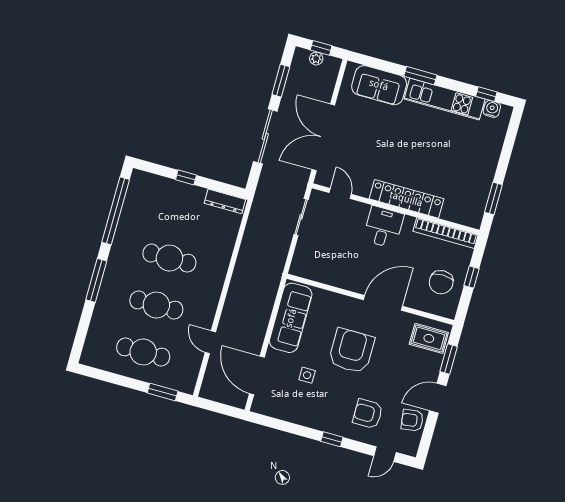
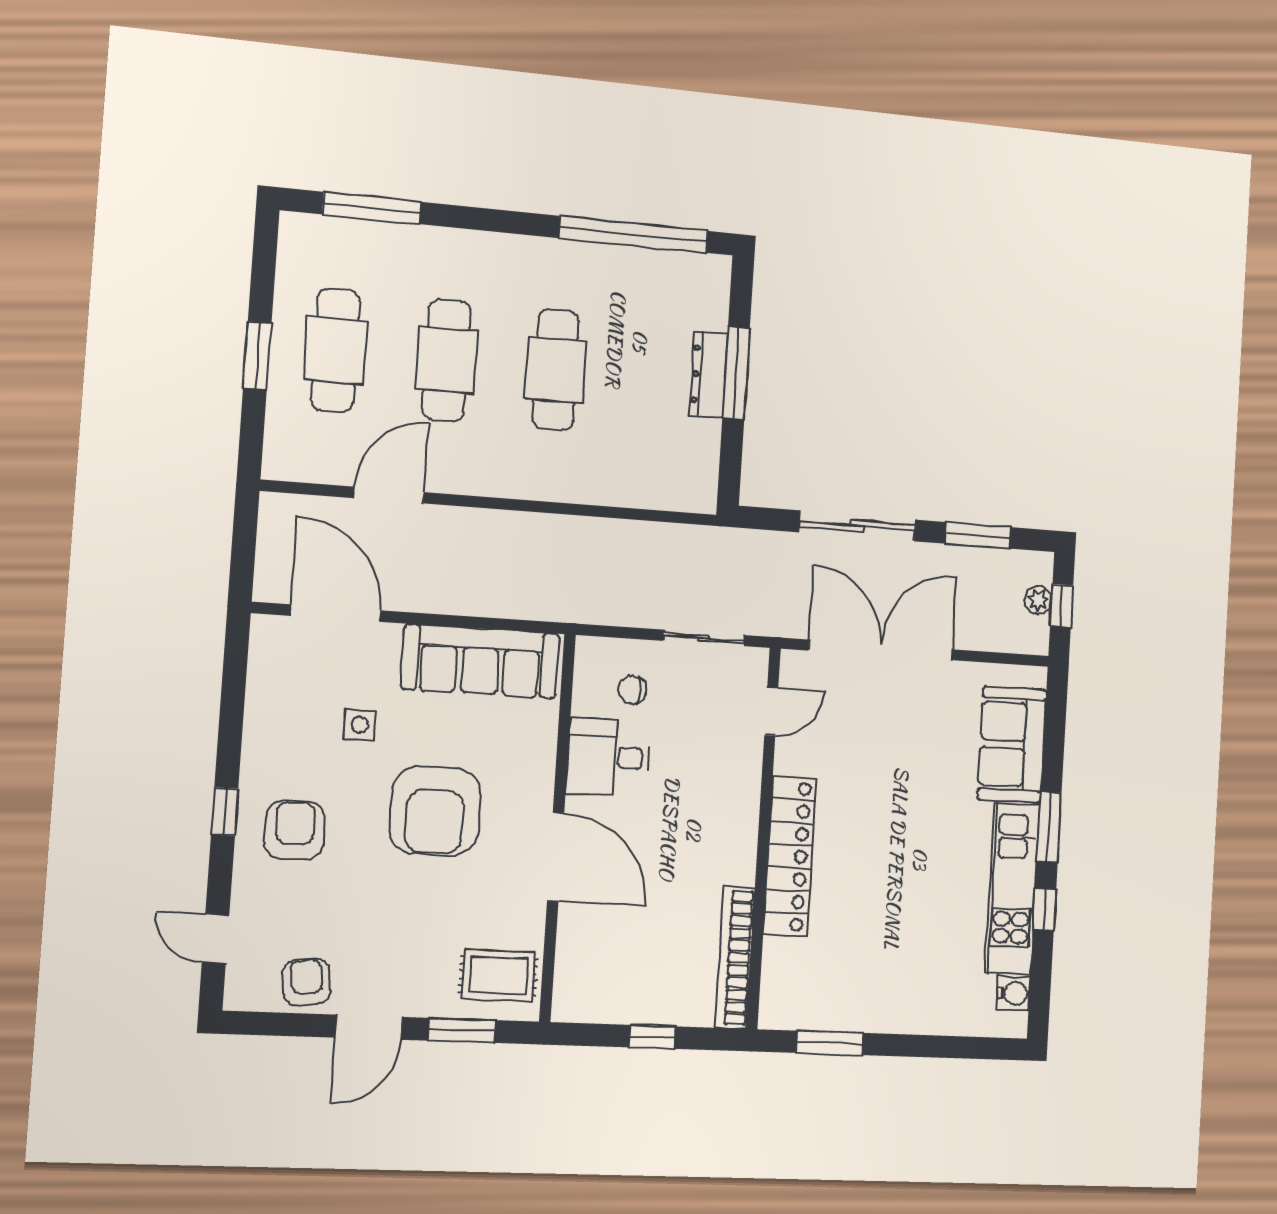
window: (486, 94) -> (1045, 910), moved
window: (186, 177) -> (736, 373), width x2.17
dresser: (225, 201) -> (709, 375), moved
desk: (383, 227) -> (608, 757), moved, turned 180
window: (96, 280) -> (372, 208), moved
chair: (441, 282) -> (632, 690), moved, width x0.54, depth x0.54
rug: (429, 338) -> (499, 976), turned 90
door: (210, 342) -> (389, 495), width x1.38
armchair: (351, 351) -> (435, 811), turned 90
door: (257, 375) -> (336, 613), hinge flipped
window: (163, 392) -> (257, 356), moved
door: (438, 398) -> (369, 1027), swing flipped
armchair: (368, 414) -> (295, 830), moved

